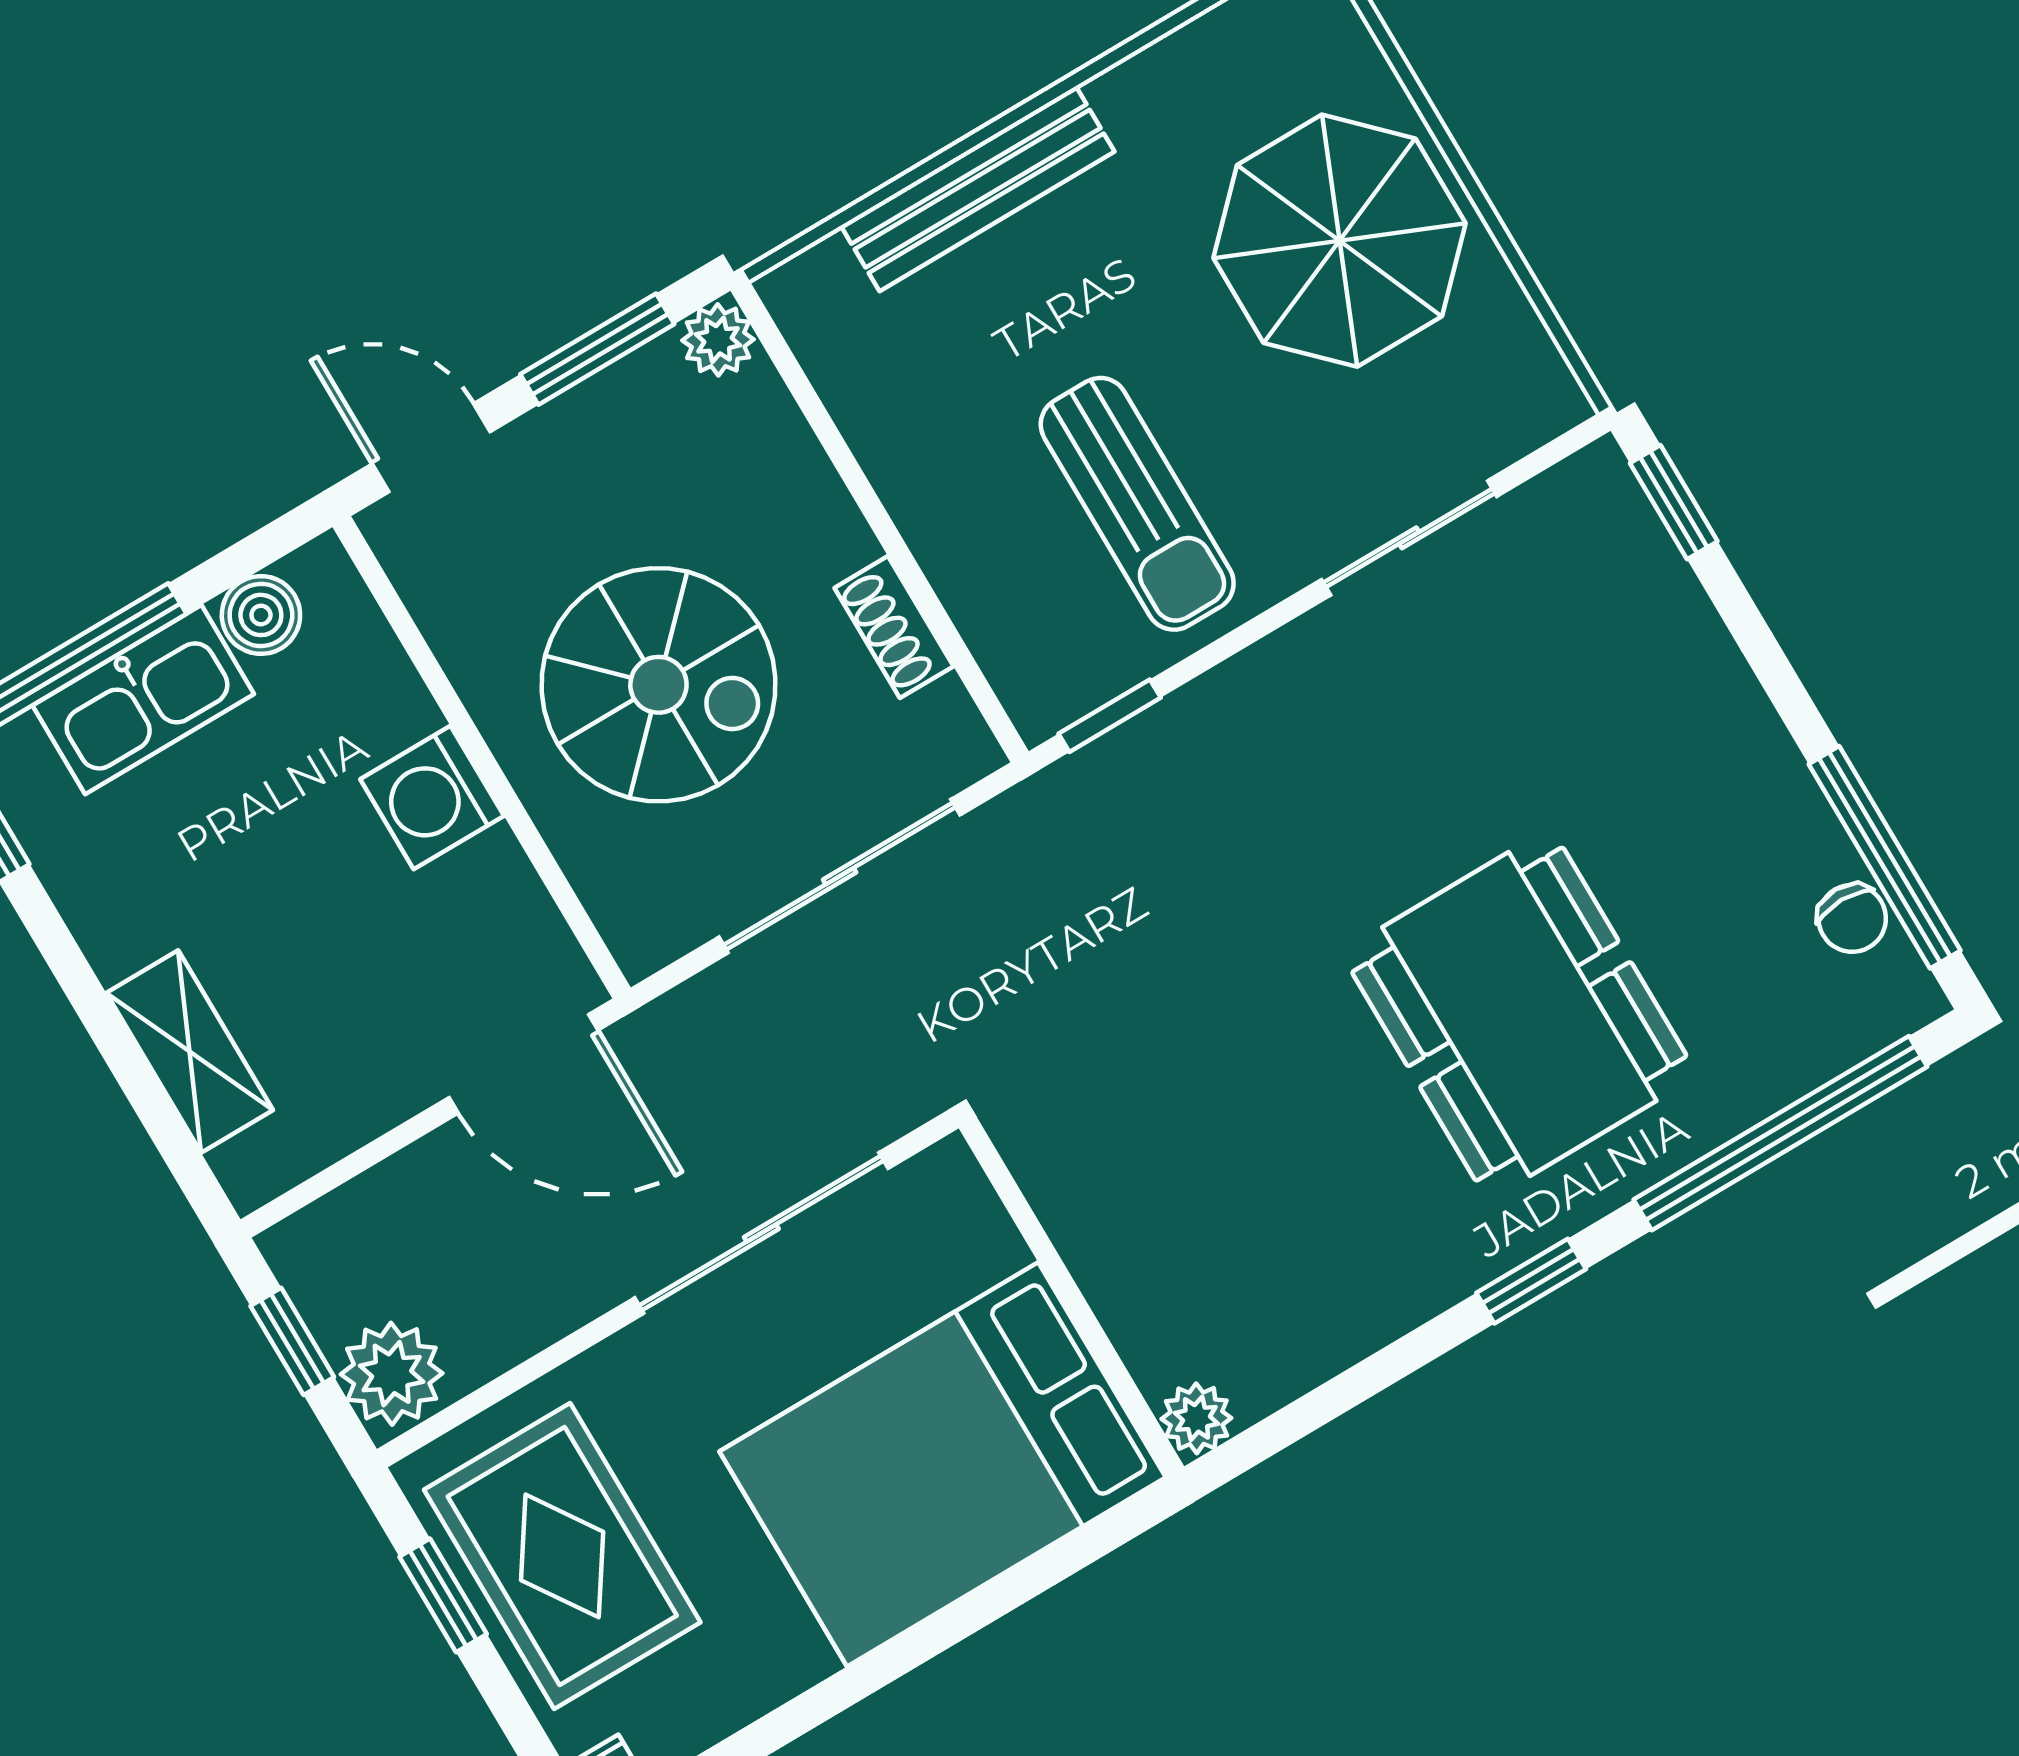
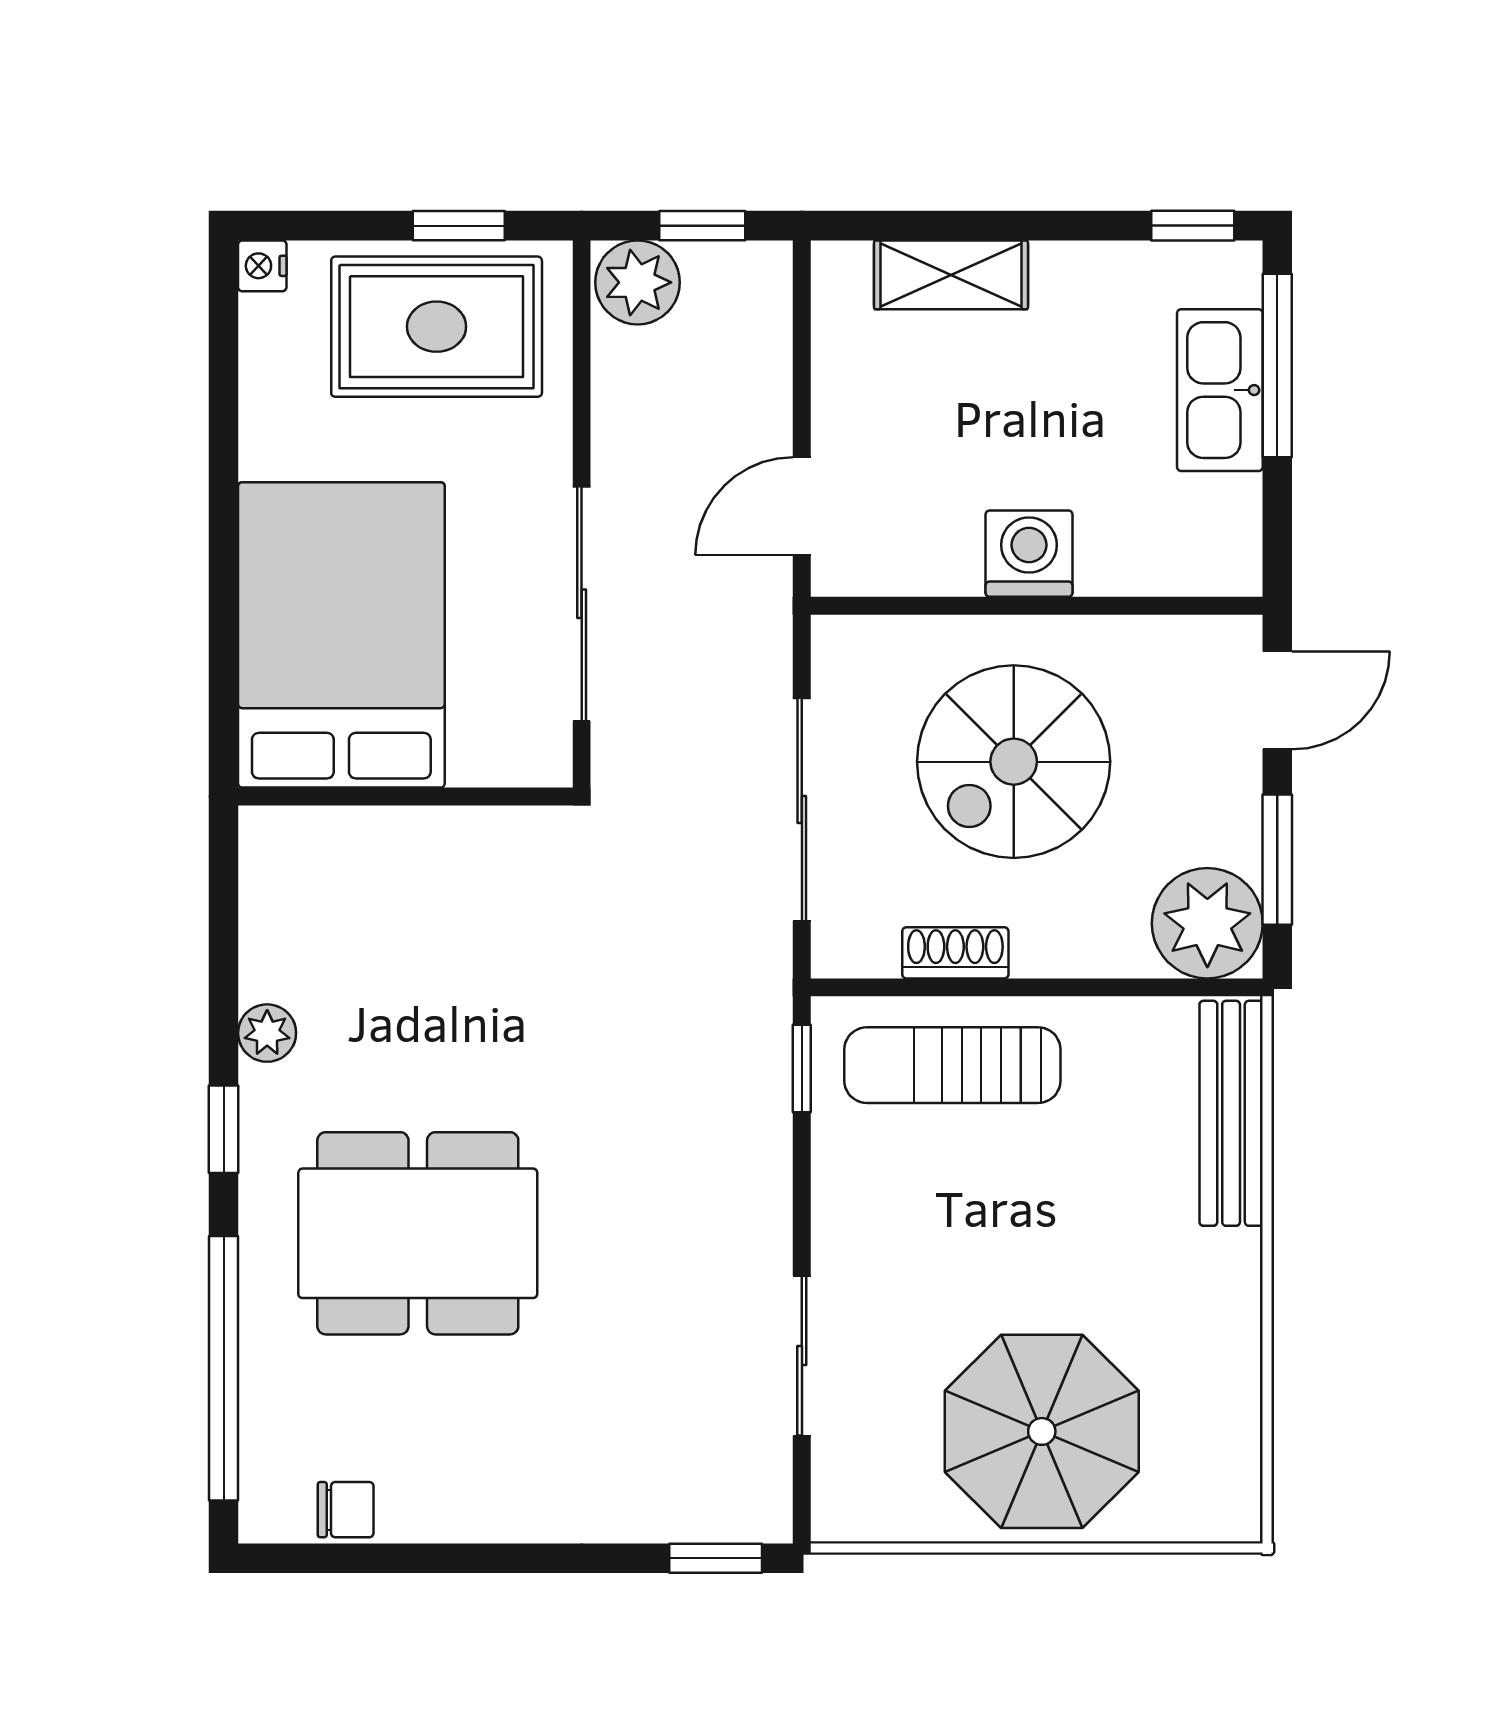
bench: (978, 189) -> (1231, 1113), moved
plant: (718, 340) -> (1207, 923), width x1.88, depth x1.88
sun lounger: (1137, 504) -> (952, 1065), moved
boiler: (261, 615) -> (1230, 509), removed
window: (1885, 857) -> (375, 1558), removed
chair: (1852, 918) -> (346, 1510), turned 180
door: (523, 1064) -> (802, 506), width x0.73
plant: (1196, 1418) -> (267, 1033), moved

